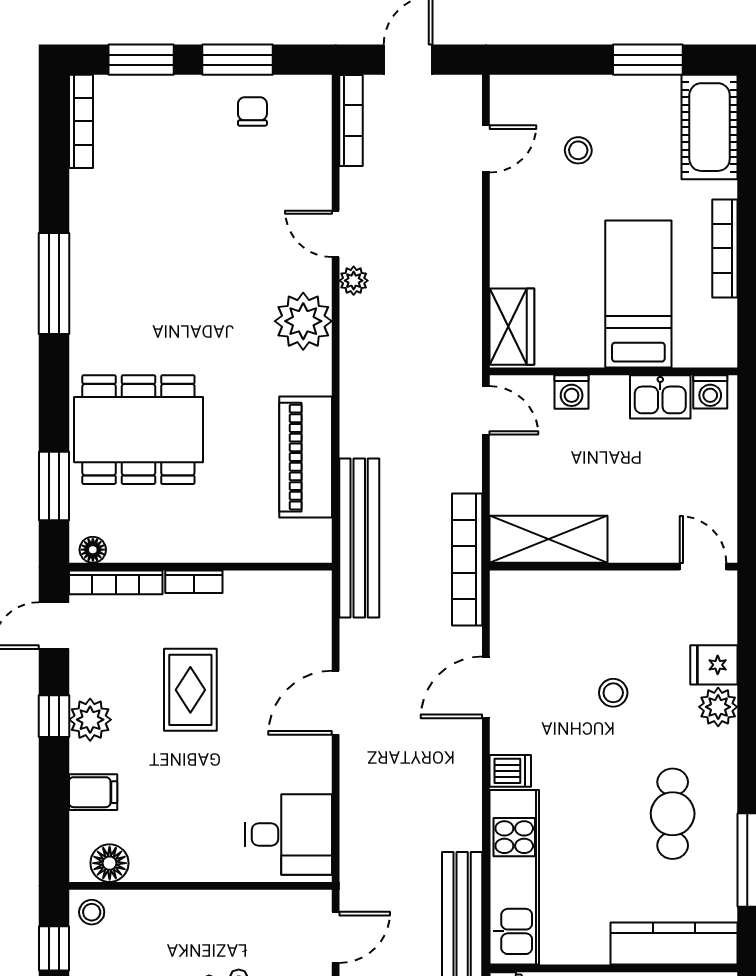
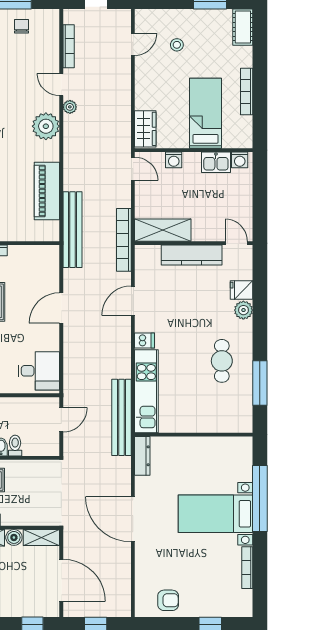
bookcase: (351, 120) -> (69, 46), moved
cot: (710, 127) -> (243, 27), width x0.73, depth x0.75
stool: (613, 693) -> (194, 303), removed
kitchen counter: (674, 944) -> (192, 255), moved, turned 180

